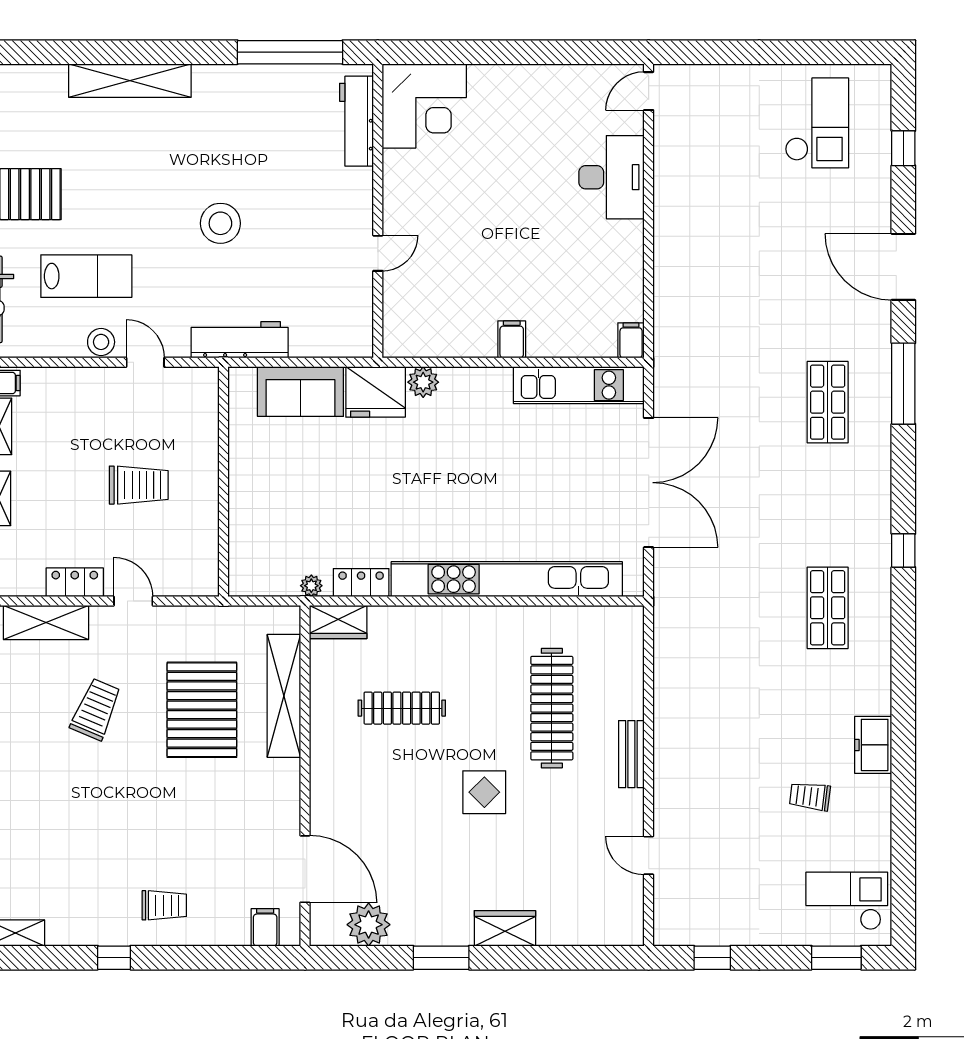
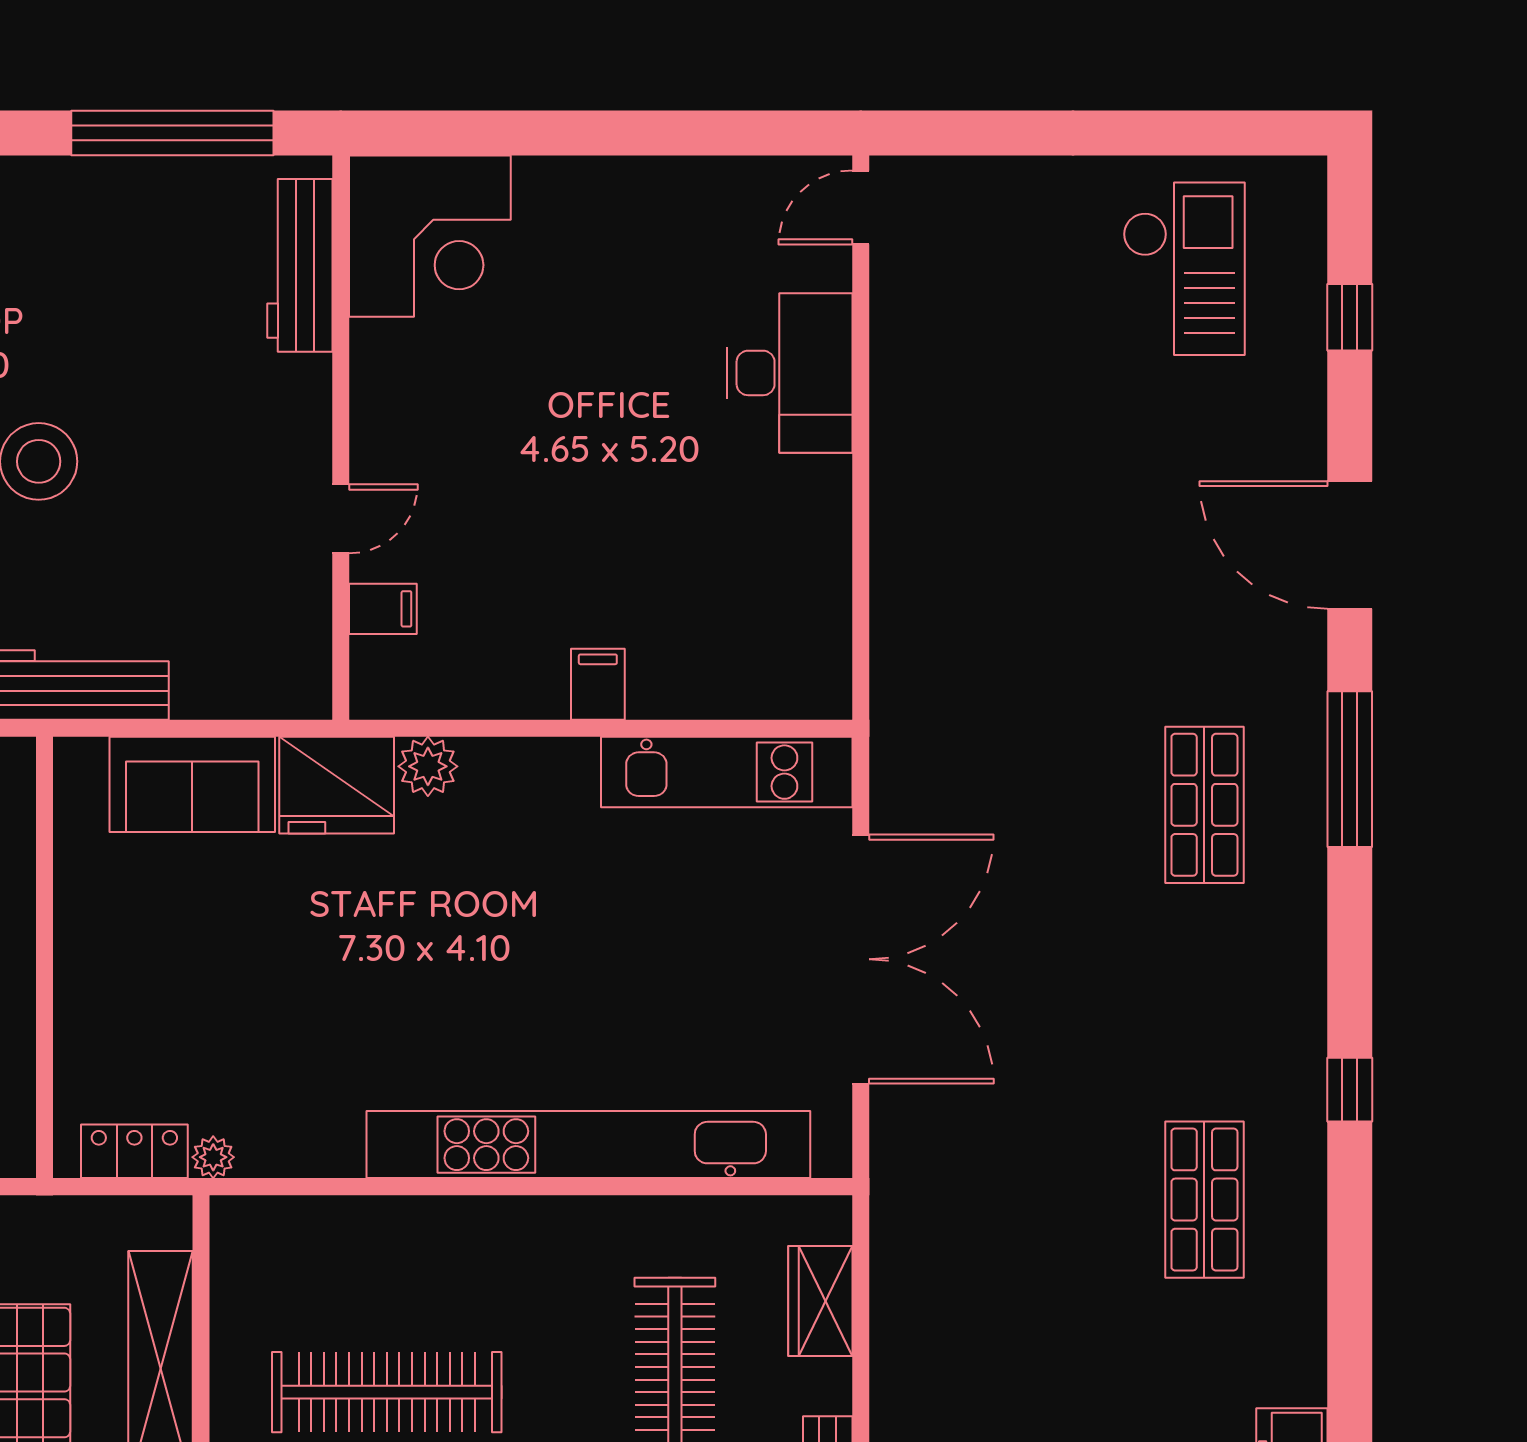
filing cabinet: (631, 340) -> (383, 609), moved, turned 90
locker: (361, 583) -> (134, 1151), moved
wardrobe: (338, 622) -> (820, 1301), moved, turned 90
clothes rail: (402, 708) -> (387, 1392), width x1.37, depth x1.31

